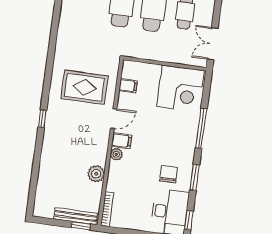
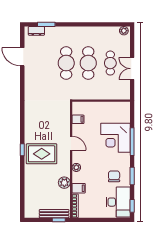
double door: (213, 44) -> (132, 69), moved
rug: (84, 87) -> (42, 154), moved
corner desk: (180, 89) -> (115, 138), moved, turned 90
door: (114, 119) -> (71, 143), hinge flipped
filing cabinet: (122, 141) -> (79, 188), moved

